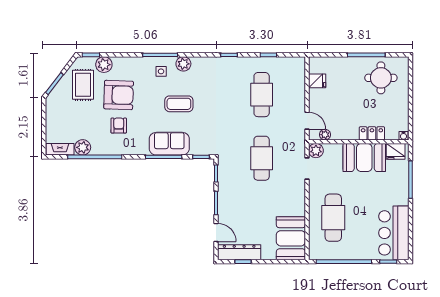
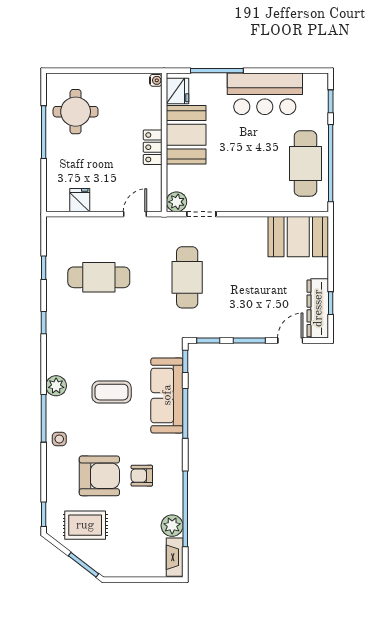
plant: (104, 65) -> (57, 496), removed
side table: (161, 71) -> (59, 439), moved
armchair: (119, 95) -> (99, 476), turned 88
coffee table: (179, 104) -> (112, 392), turned 90
locker: (372, 133) -> (153, 147), moved
plant: (325, 135) -> (154, 189), removed
sofa: (169, 144) -> (167, 395), width x1.36
cafe table: (262, 158) -> (187, 277), turned 90
cafe table: (333, 218) -> (305, 163), moved, turned 90
bar counter: (394, 233) -> (265, 94), moved

